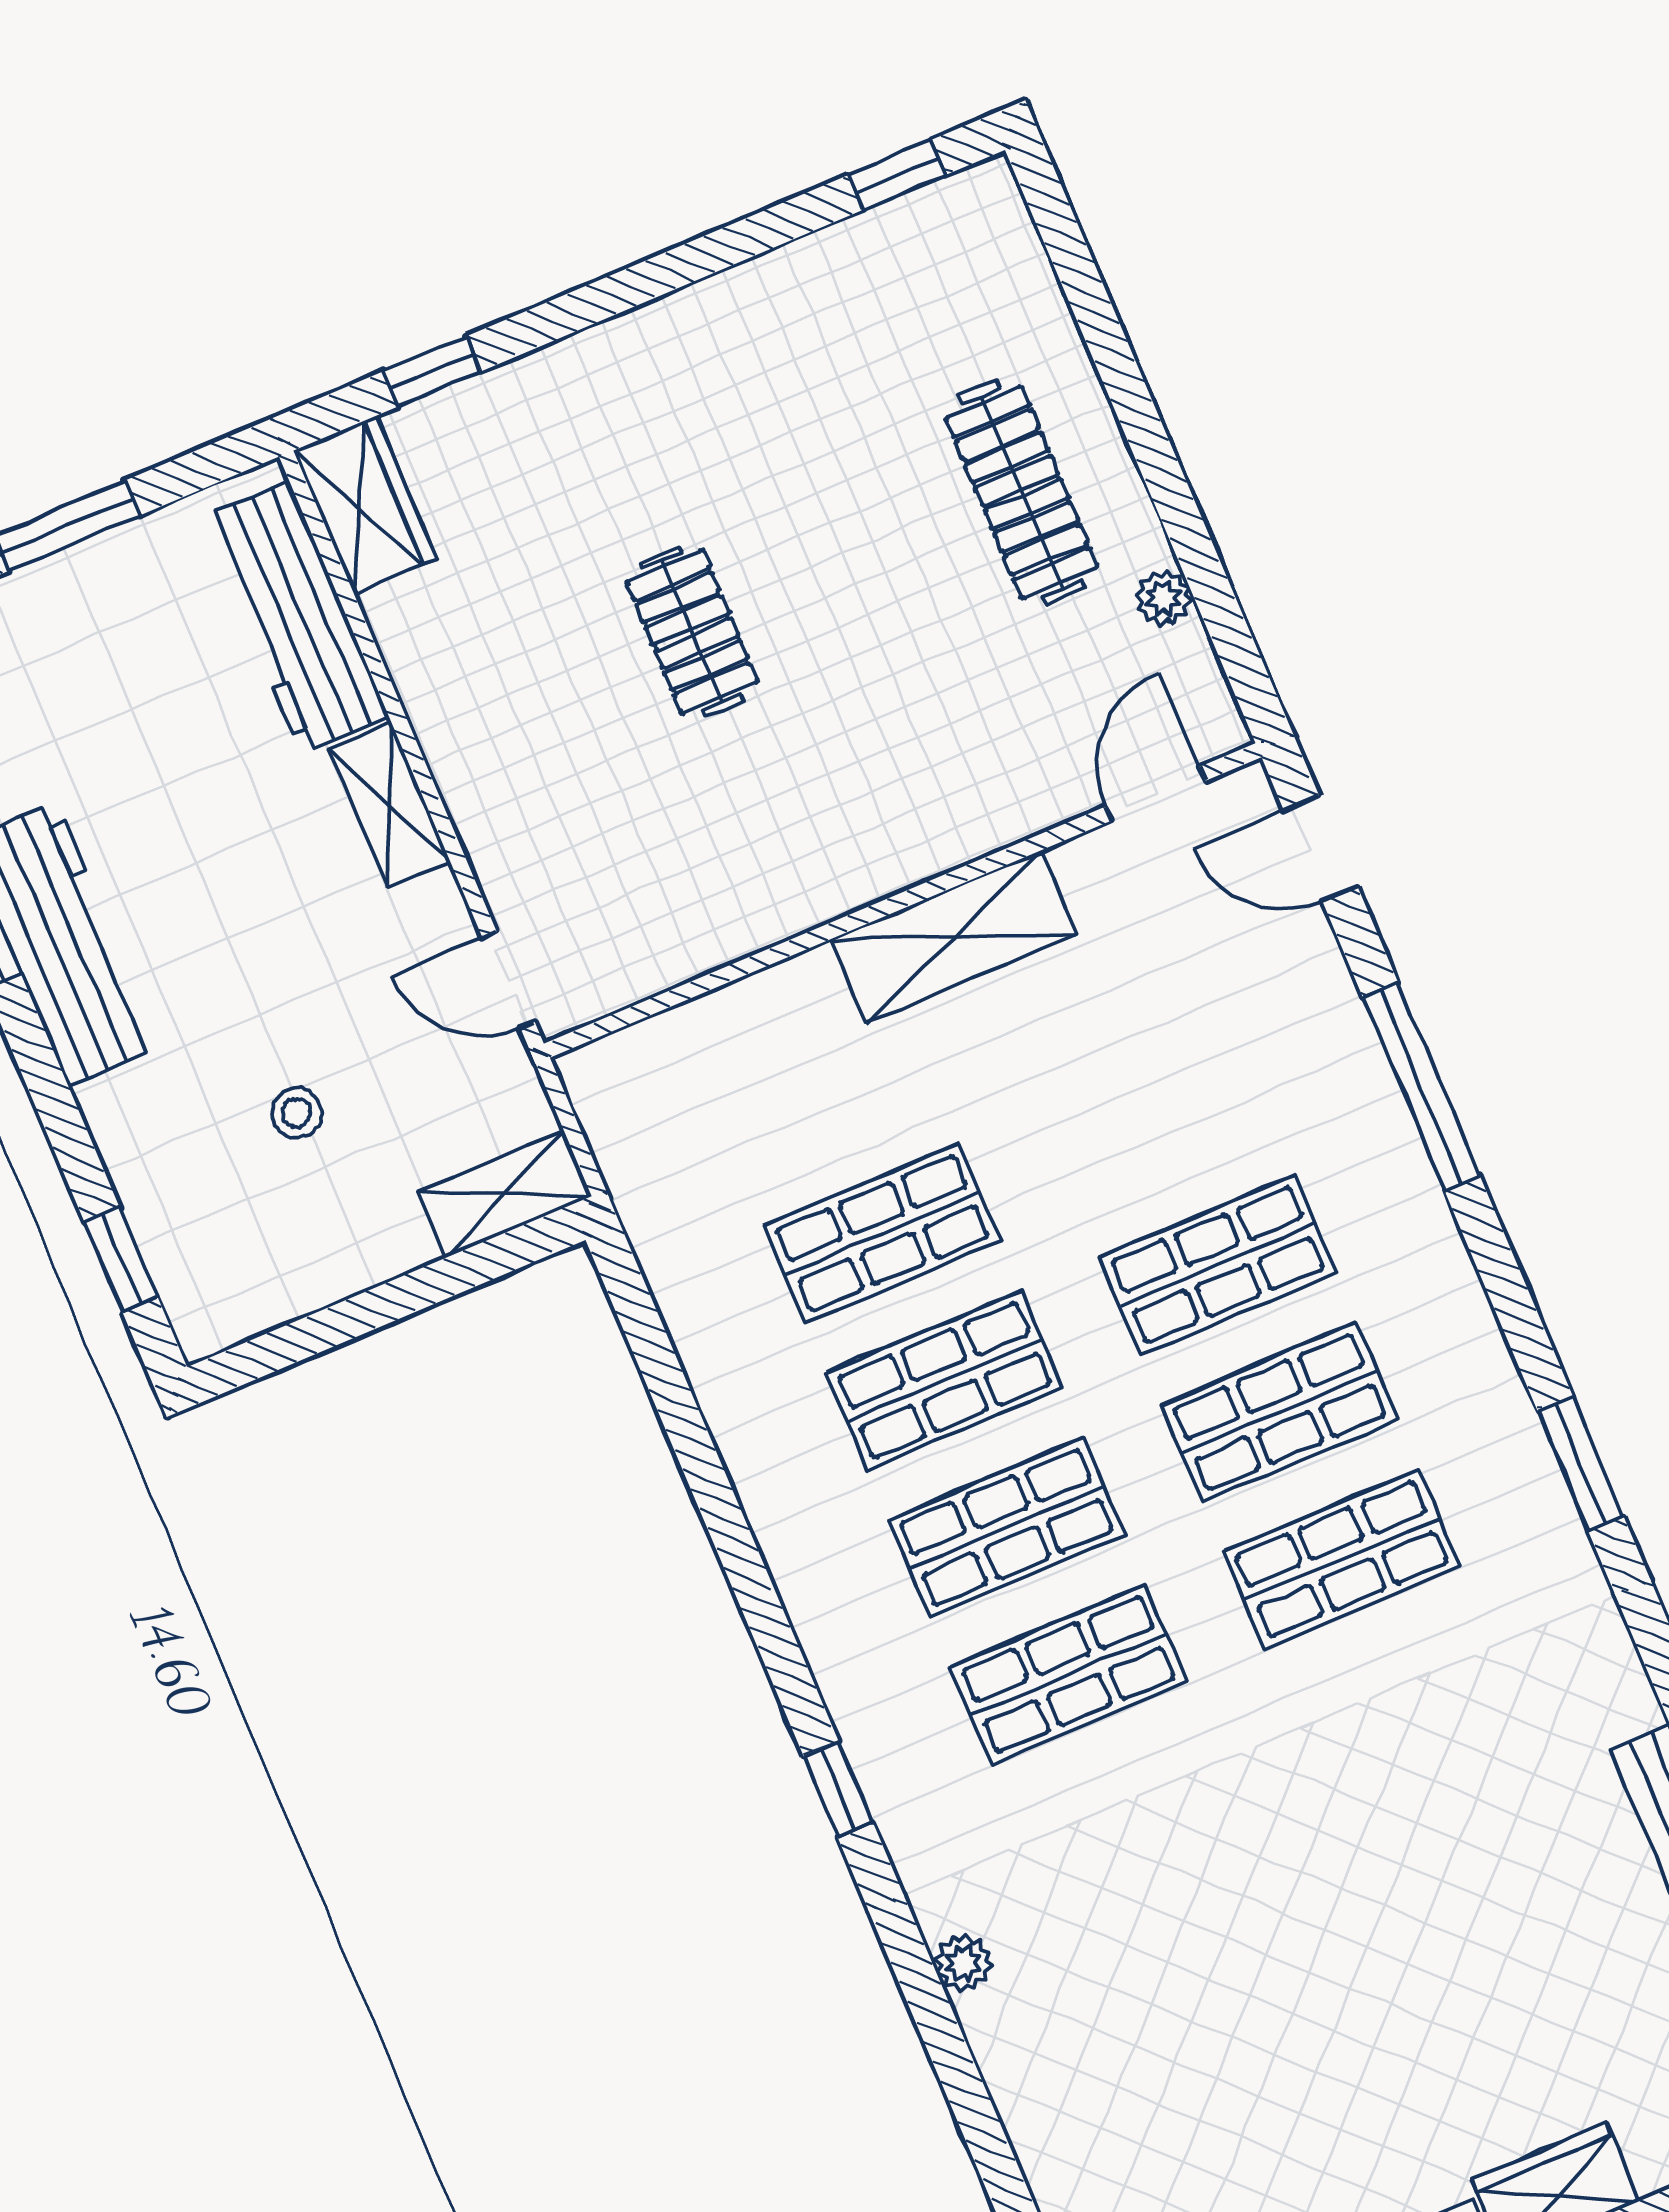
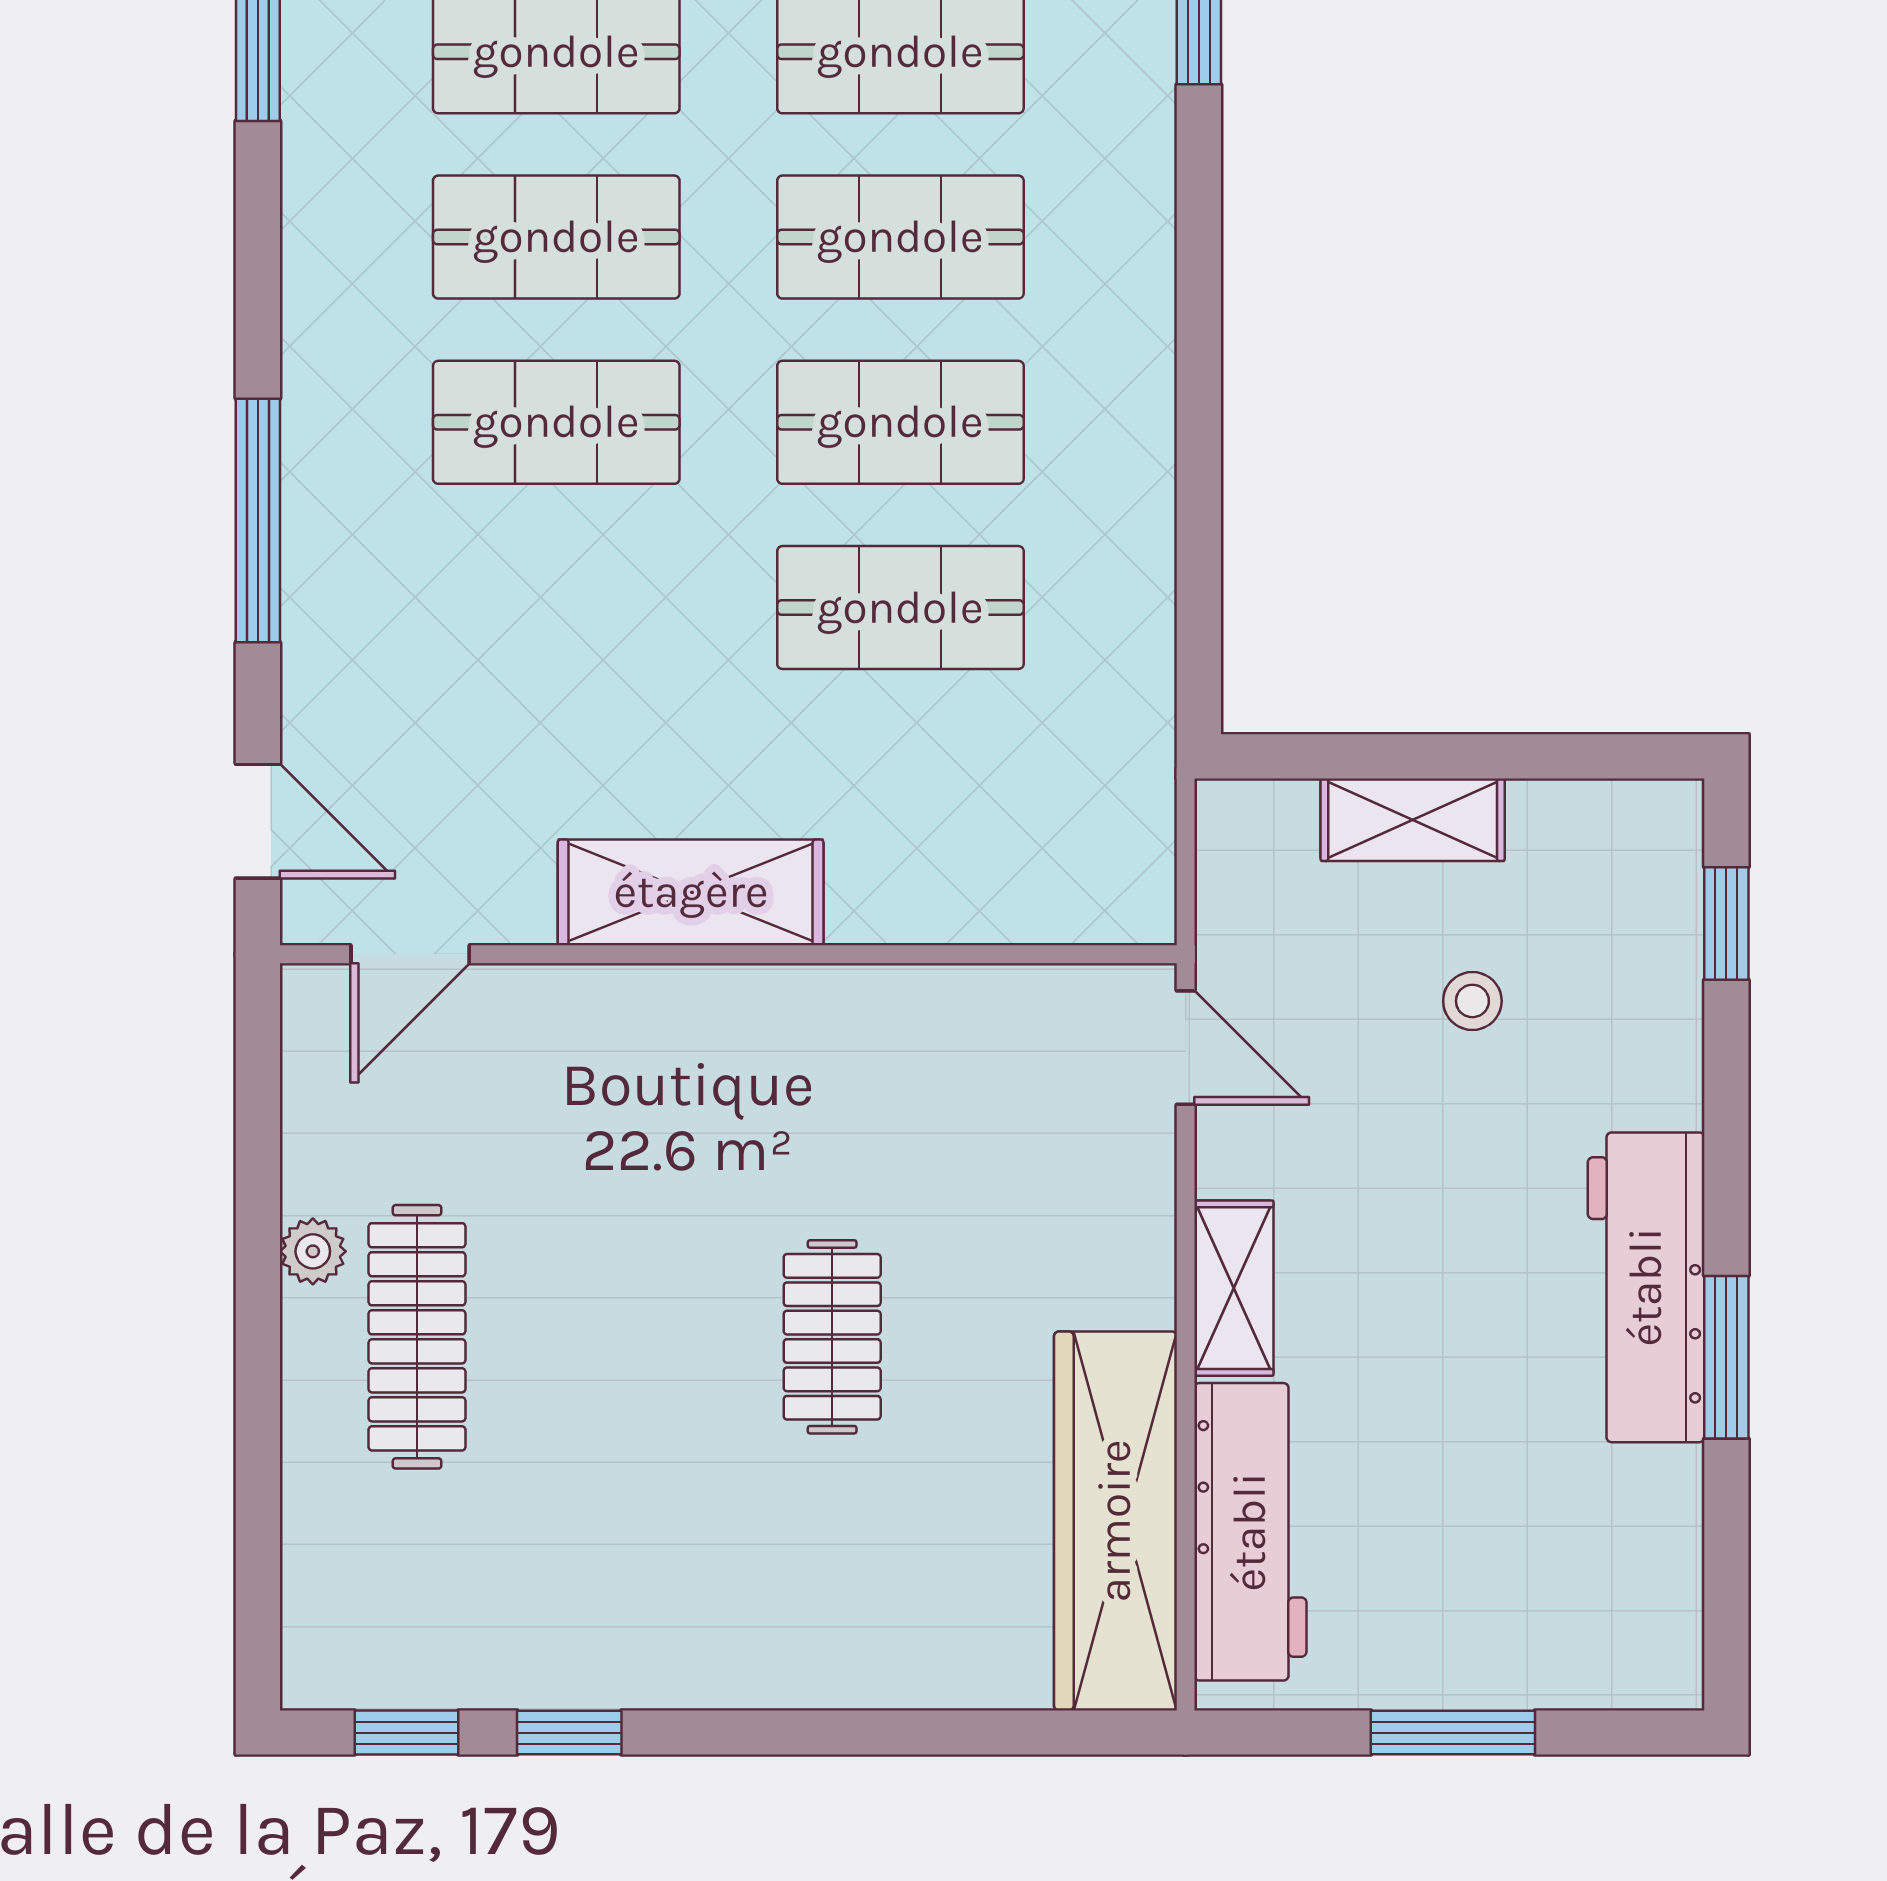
window: (432, 371) -> (569, 1733), moved
wardrobe: (365, 505) -> (1115, 1521), width x2.10, depth x1.17
plant: (1164, 598) -> (313, 1251), moved
shelving: (505, 1194) -> (1413, 820), moved

